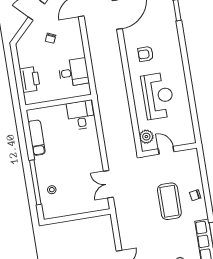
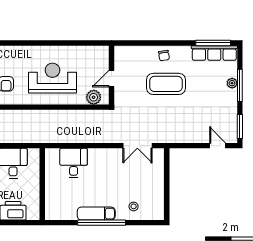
desk: (81, 115) -> (74, 163), moved, turned 90
exam couch: (37, 138) -> (96, 214), moved
window: (35, 182) -> (102, 223), moved

